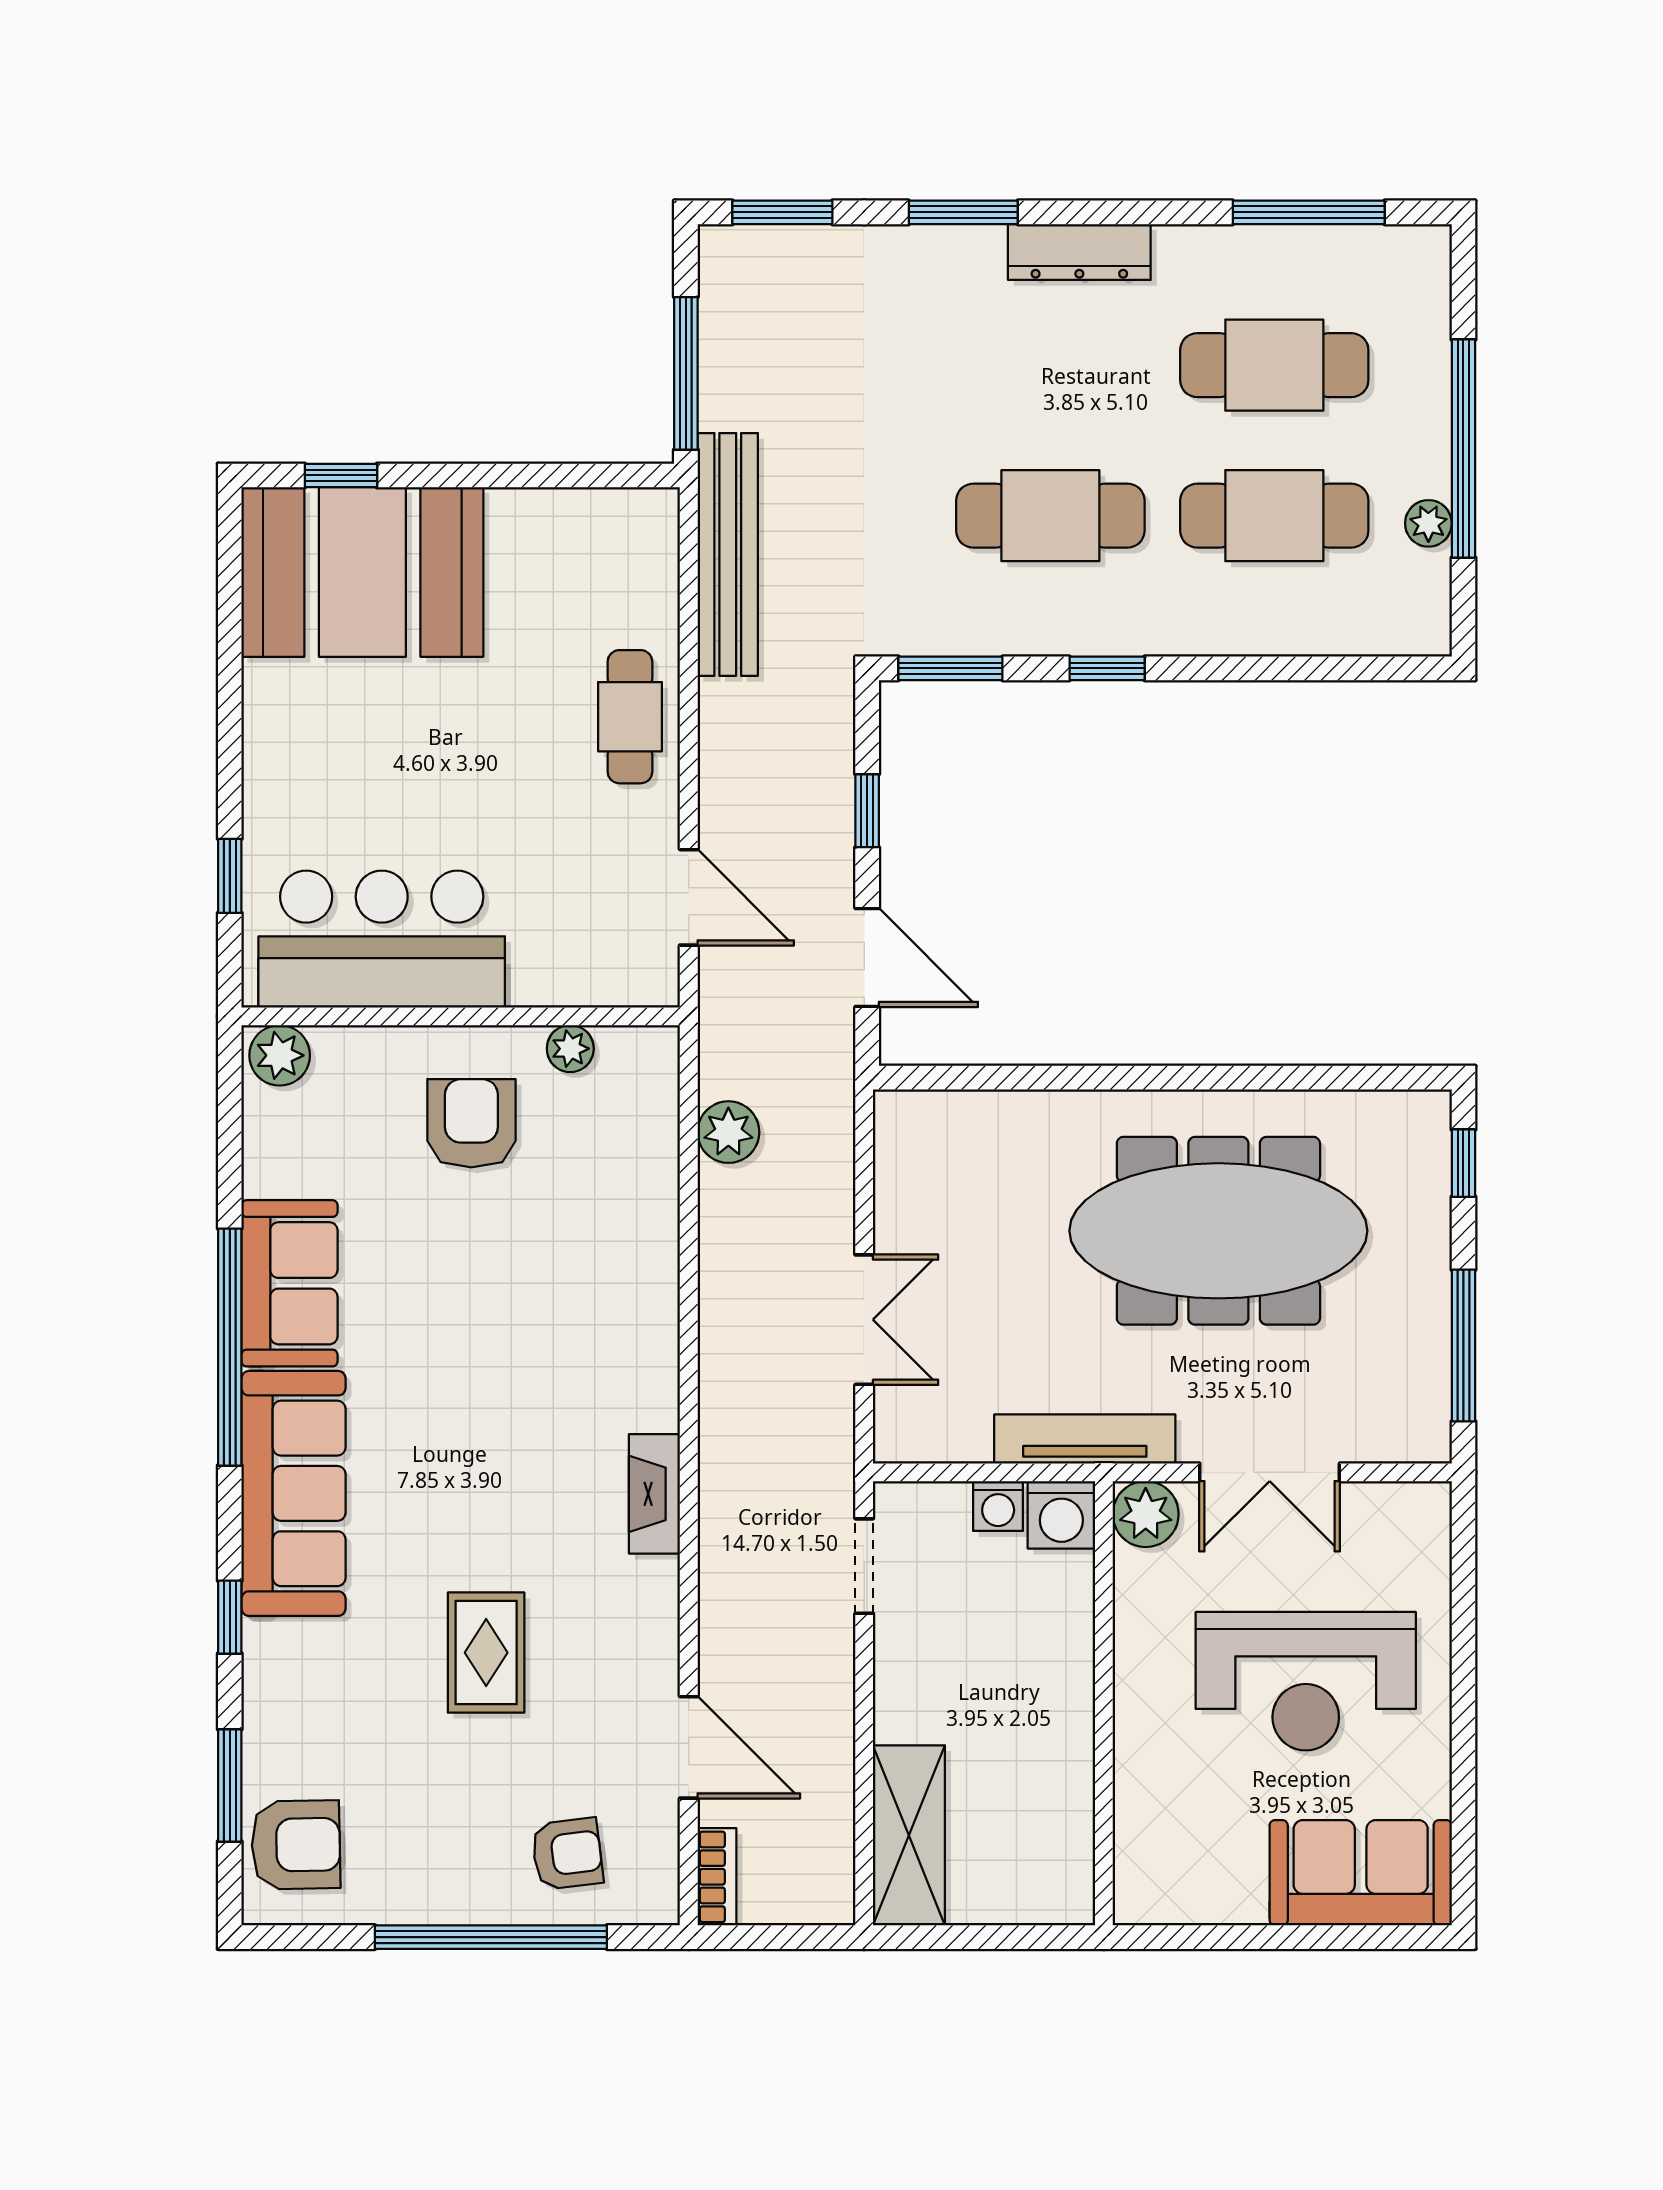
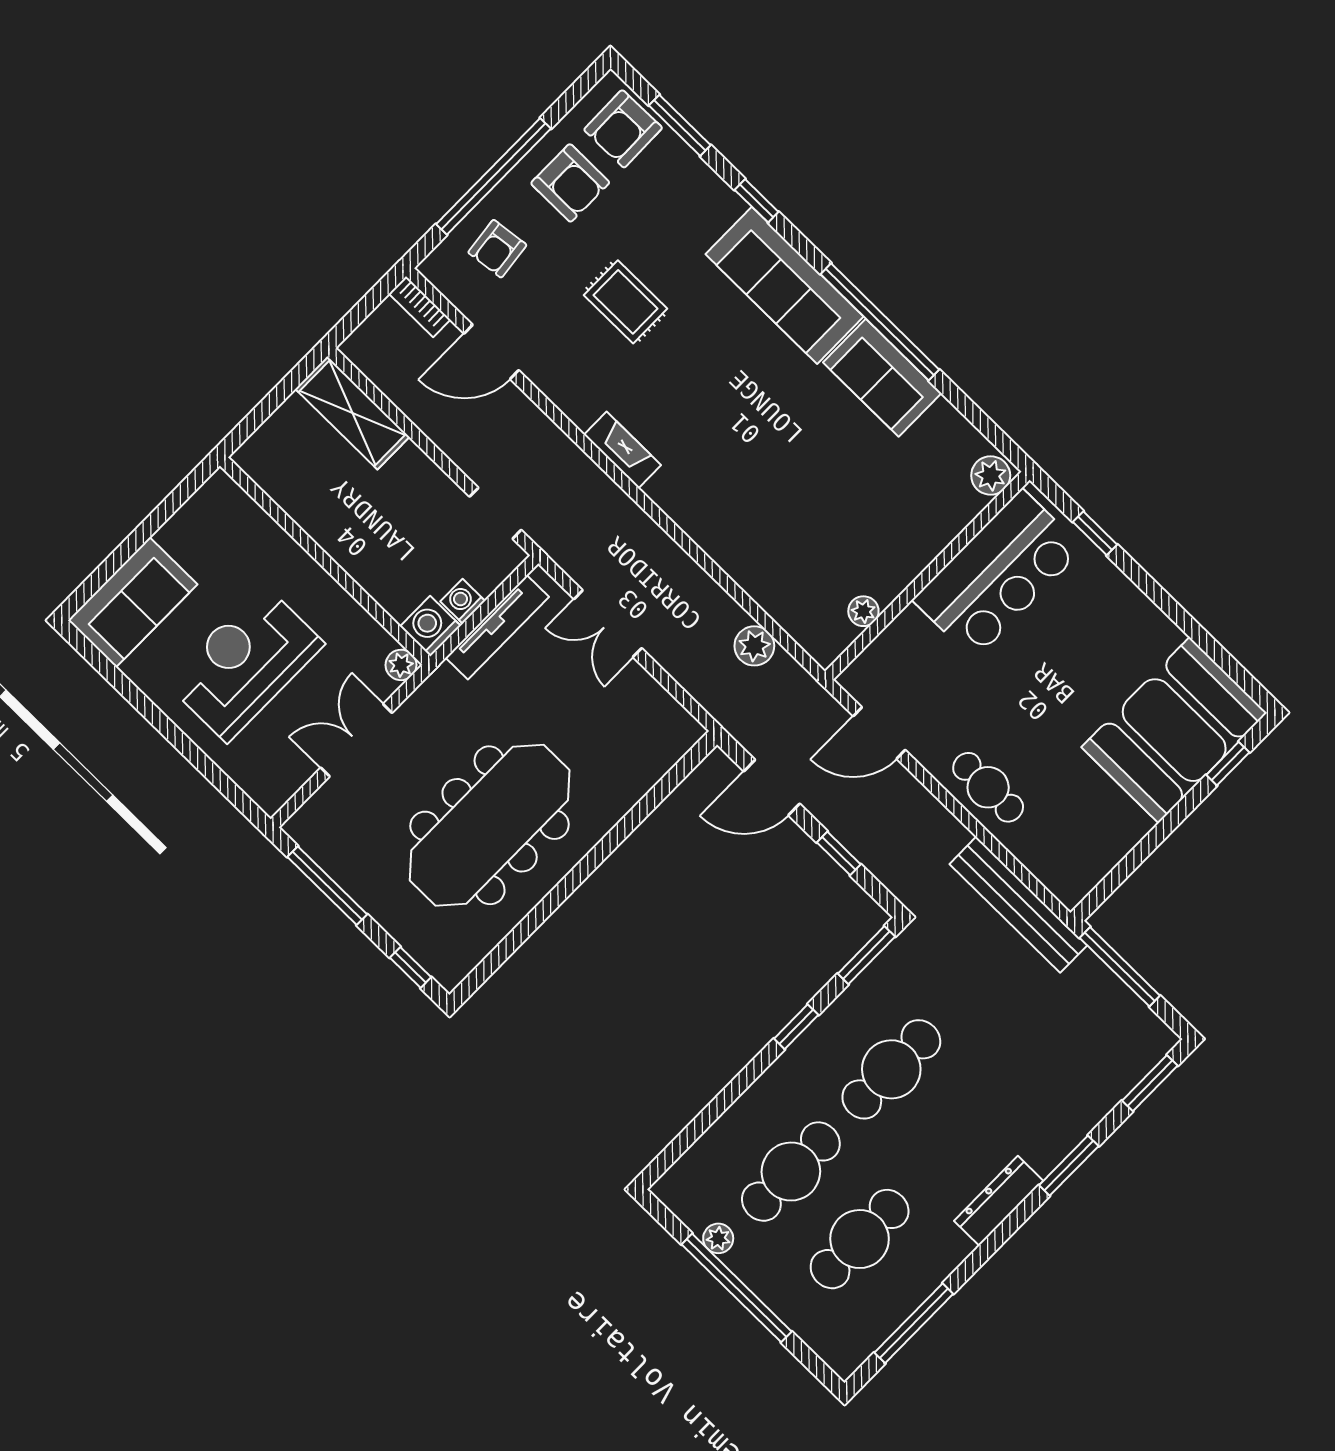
armchair: (471, 1123) -> (570, 183), moved
tv unit: (1085, 1439) -> (497, 627), moved
plant: (1146, 1514) -> (401, 665), width x0.73, depth x0.73

